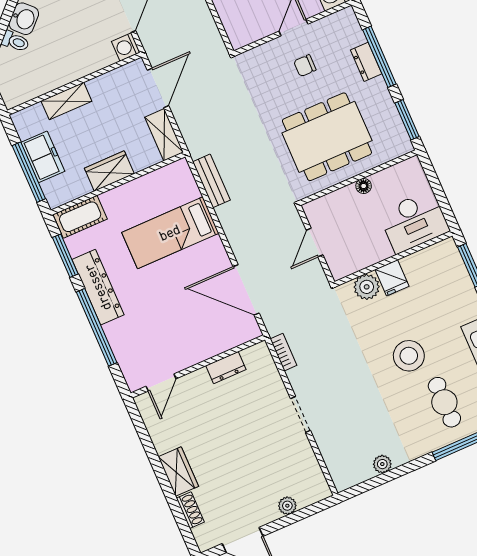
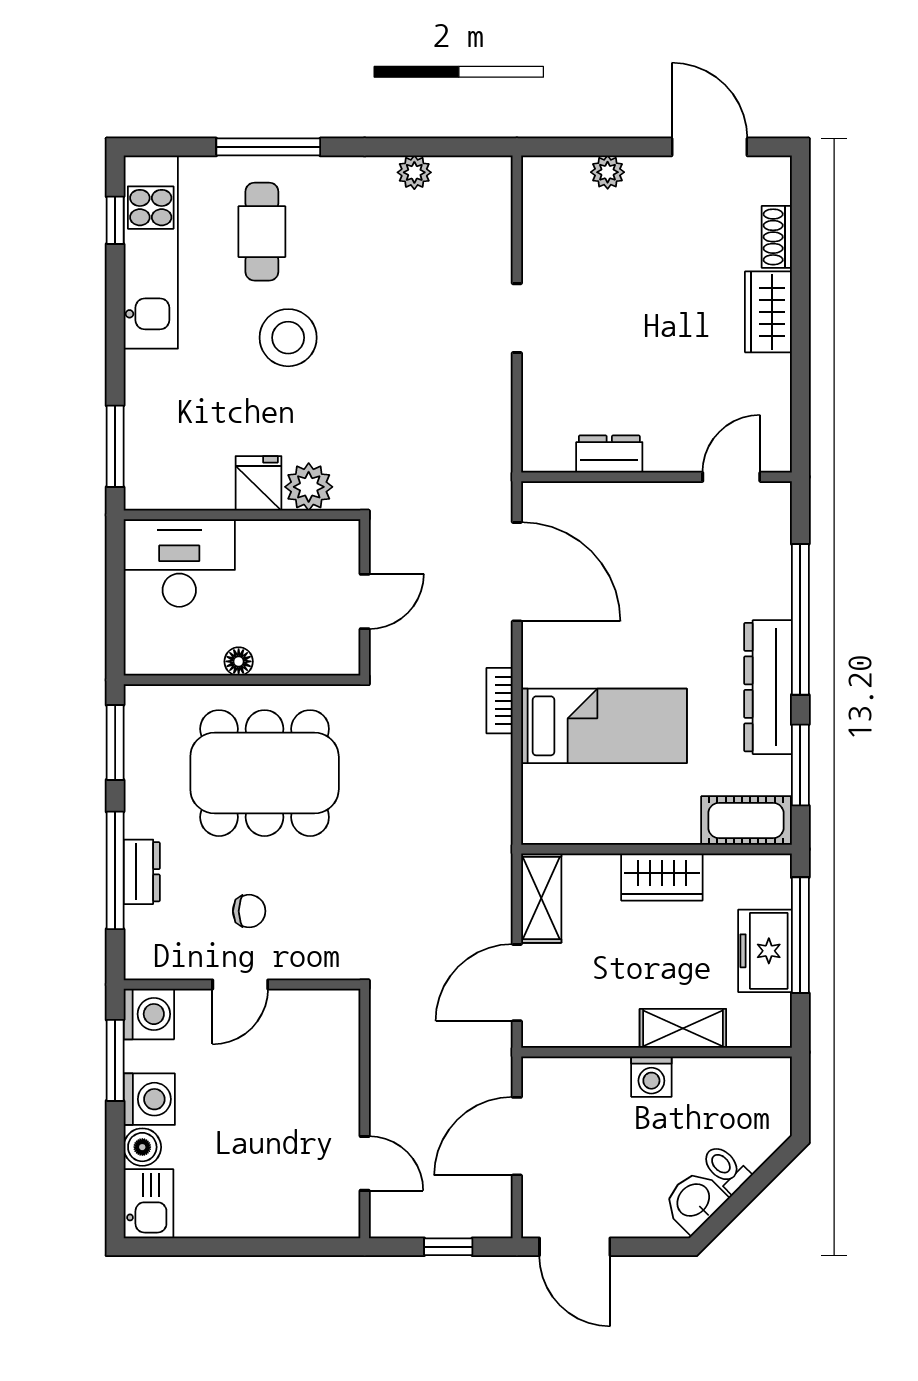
washing machine: (126, 47) -> (651, 1077), moved, turned 90
bench: (211, 181) -> (495, 784), removed
bookcase: (283, 352) -> (500, 701), moved

